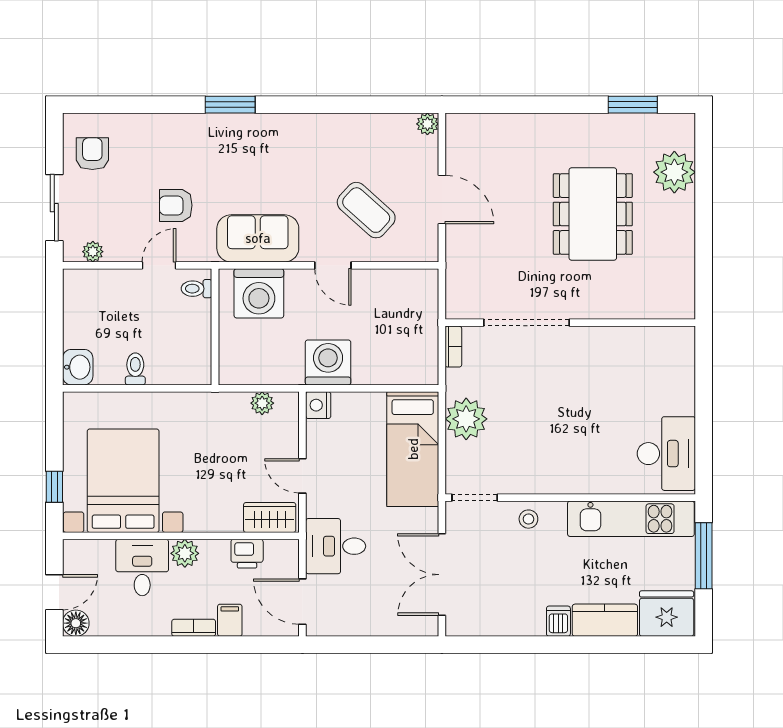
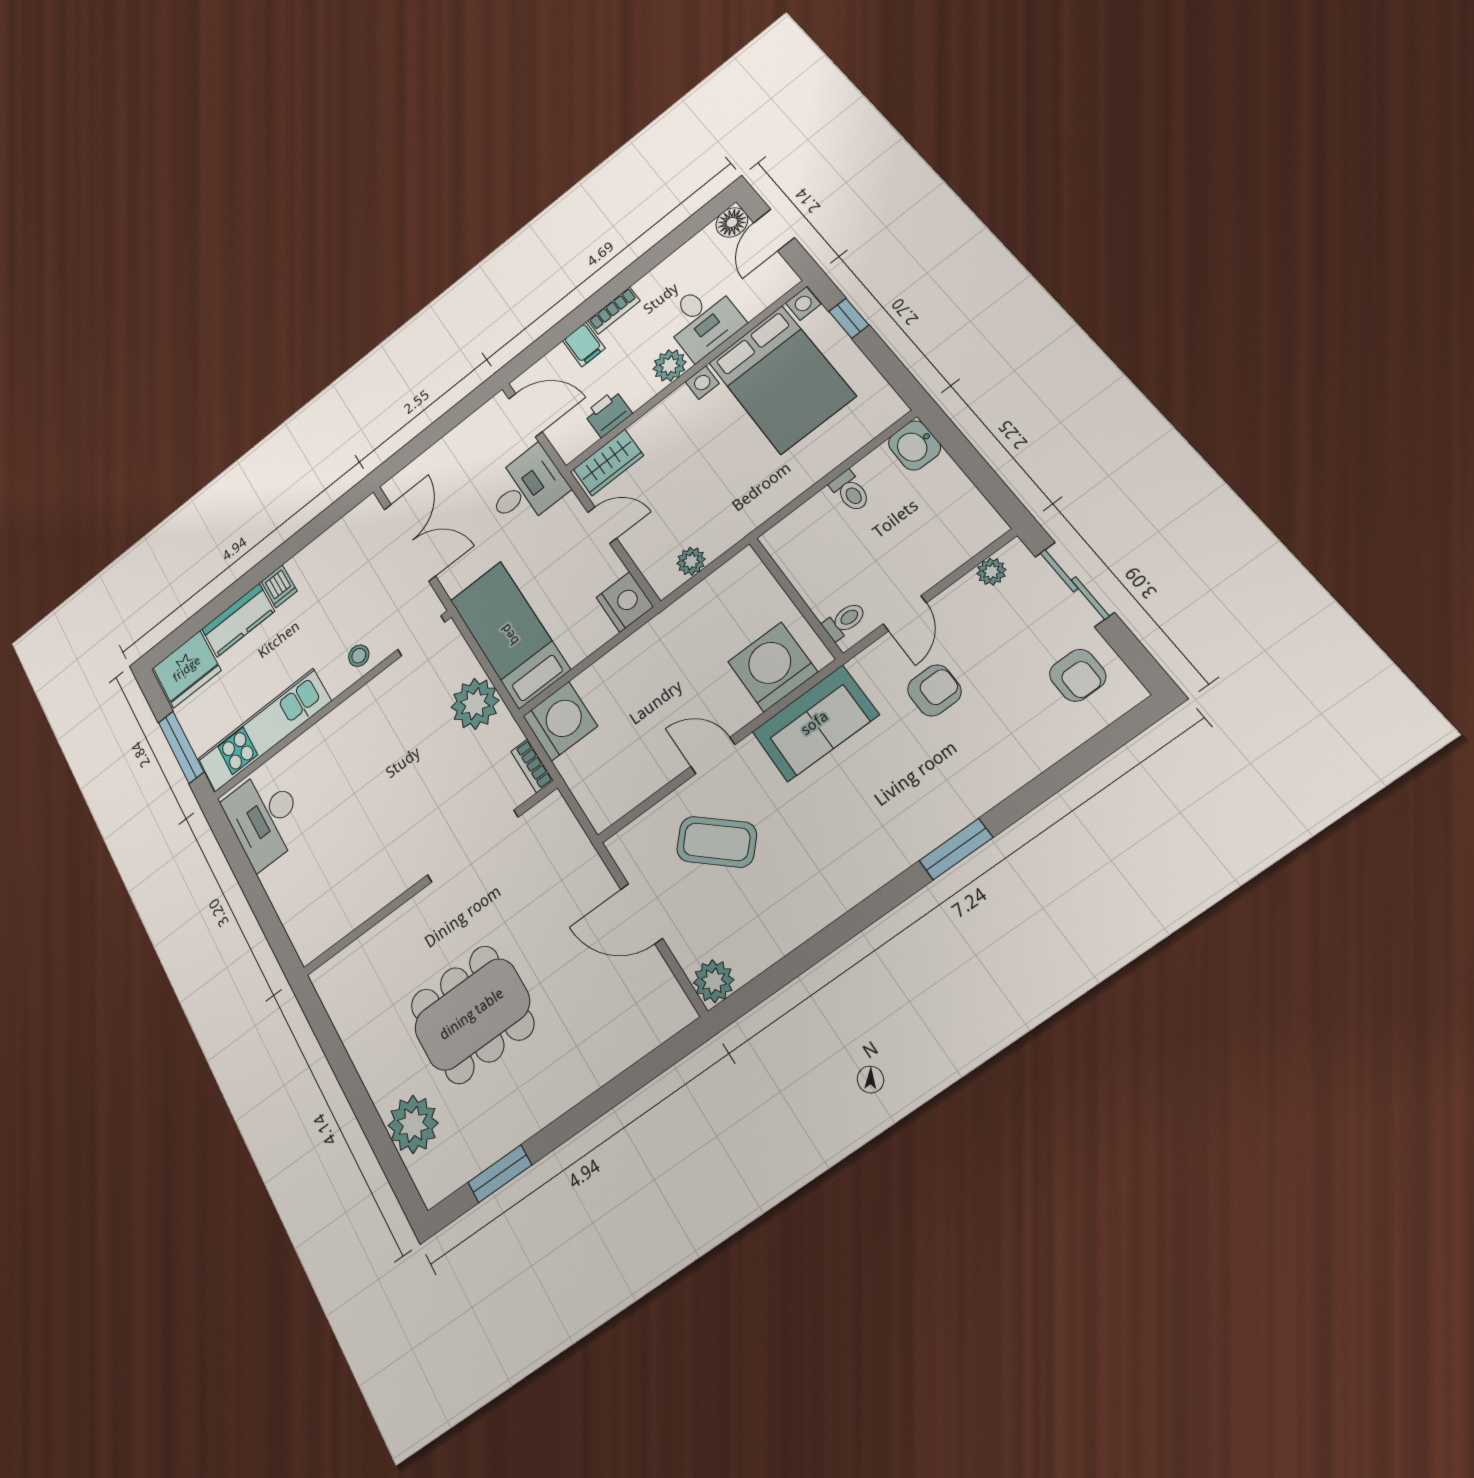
plant: (427, 124) -> (714, 981), width x1.38, depth x1.38
dining table: (593, 214) -> (472, 1014), turned 90
washing machine: (328, 362) -> (560, 721), moved, turned -90
nightstand: (318, 405) -> (625, 602), width x1.36, depth x1.33

